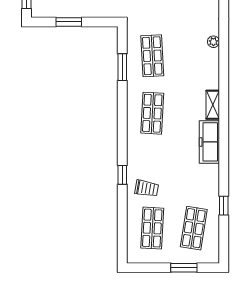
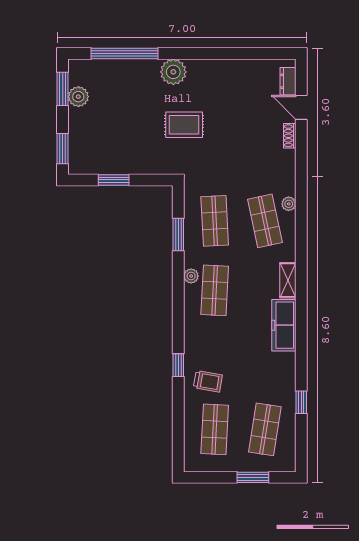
shop shelf: (194, 56) -> (265, 221), added
plant: (133, 101) -> (191, 276), added

